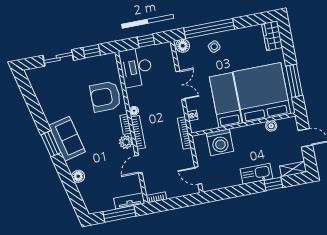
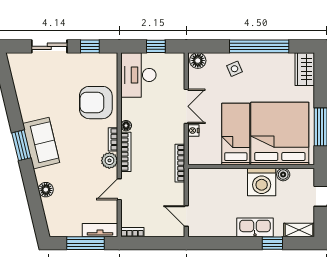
window: (209, 28) -> (259, 46), moved
nightstand: (192, 116) -> (193, 131), moved
washing machine: (220, 142) -> (262, 182), moved

